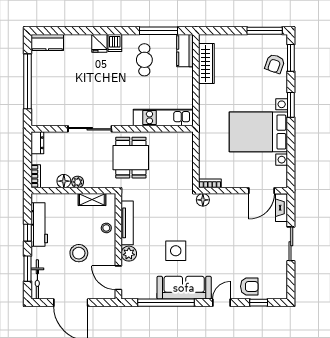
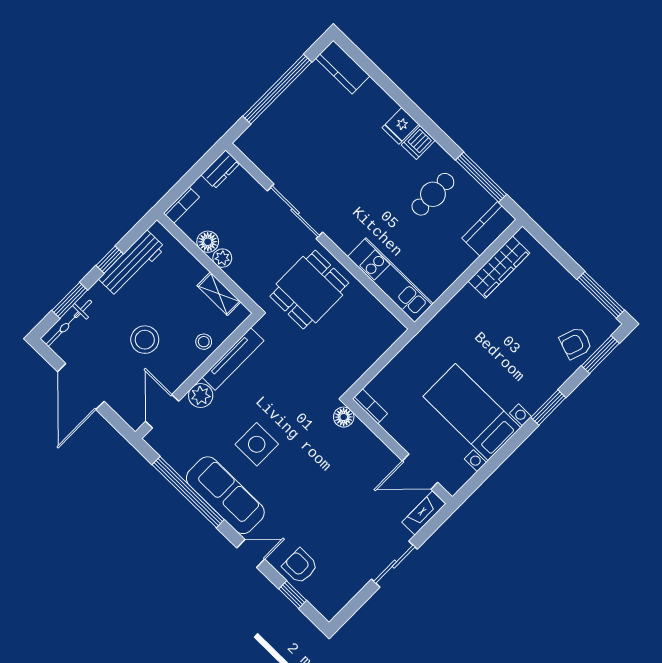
bed with nightstands: (258, 132) -> (472, 412), width x0.73
armchair: (249, 286) -> (300, 566), turned 180

